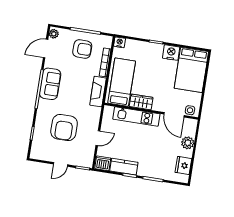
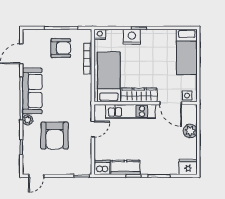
plant: (54, 34) -> (28, 120), moved
nightstand: (171, 53) -> (132, 37), moved
bed: (191, 70) -> (187, 52), width x0.67
sofa: (50, 84) -> (32, 91), width x1.36
fireplace: (98, 92) -> (85, 91), removed
wardrobe: (141, 102) -> (139, 95), width x1.50
door: (98, 138) -> (93, 129), moved
door: (60, 164) -> (36, 176), moved
fridge: (183, 165) -> (188, 167), moved, turned 90

